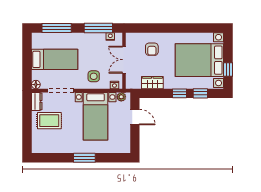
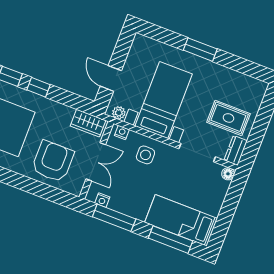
armchair: (152, 49) -> (53, 161), width x1.88, depth x1.88
bed: (55, 59) -> (181, 220), moved
wardrobe: (152, 83) -> (88, 123), moved

